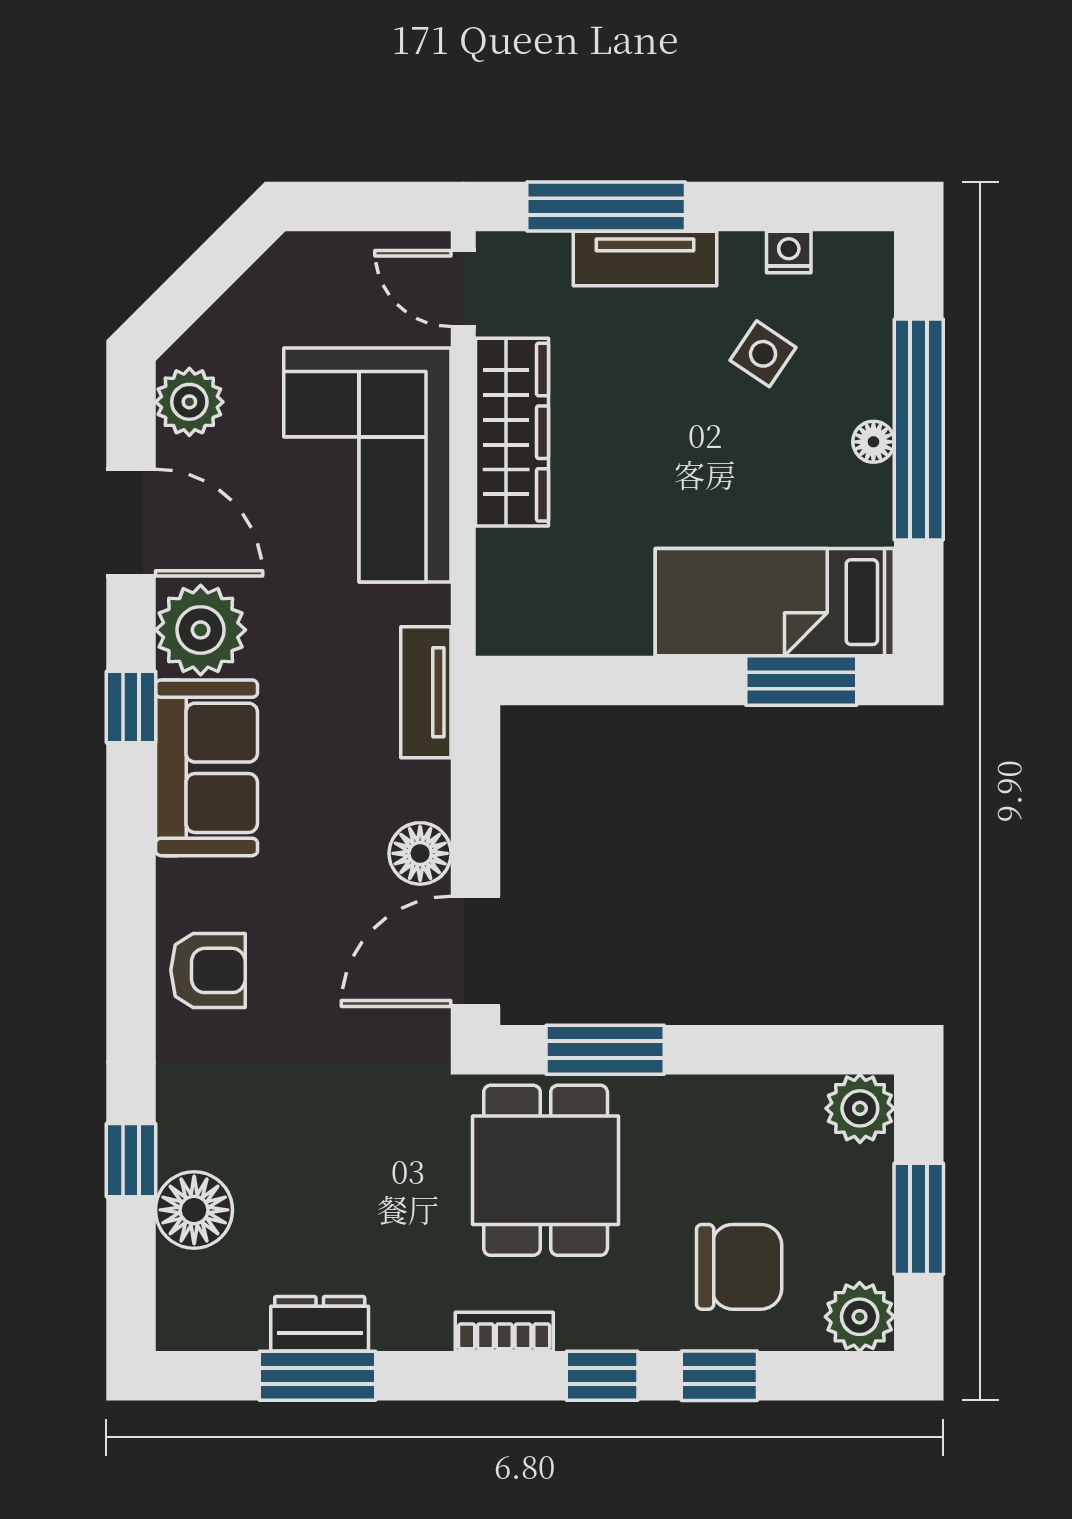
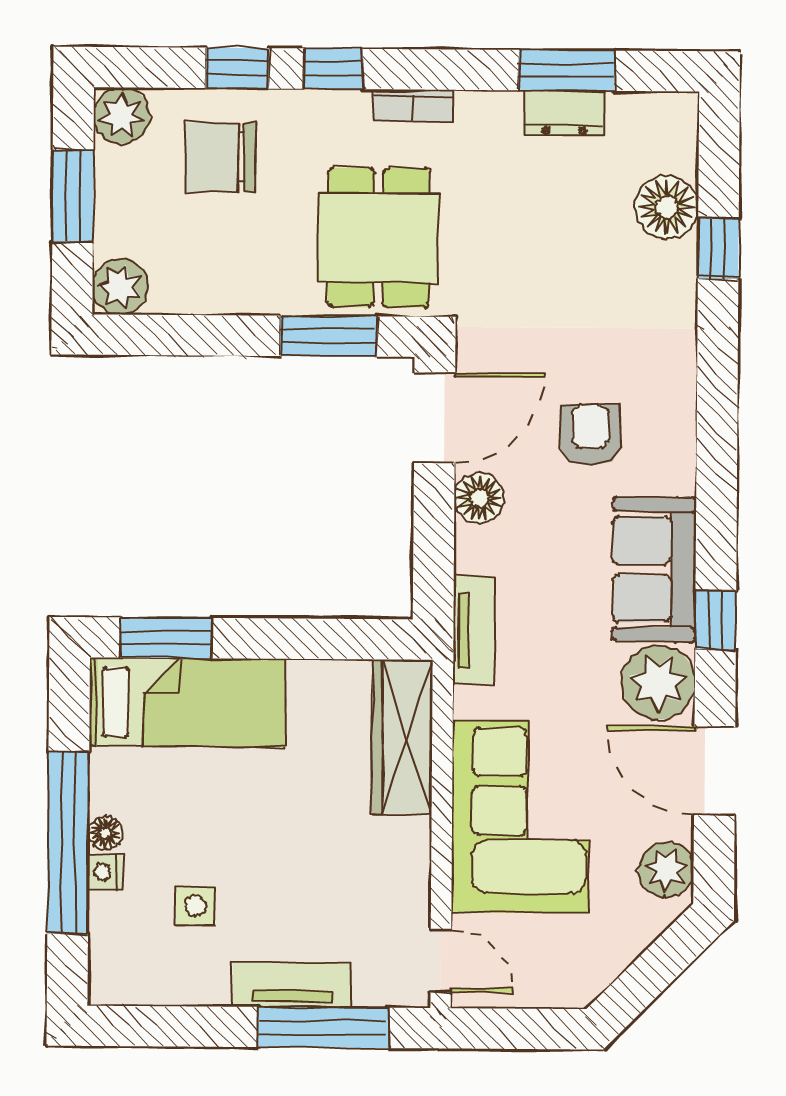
nightstand: (789, 252) -> (105, 872), moved, turned 90
side table: (763, 354) -> (195, 906), turned -34
wardrobe: (512, 432) -> (402, 737), moved
armchair: (208, 970) -> (591, 435), moved, turned 89

